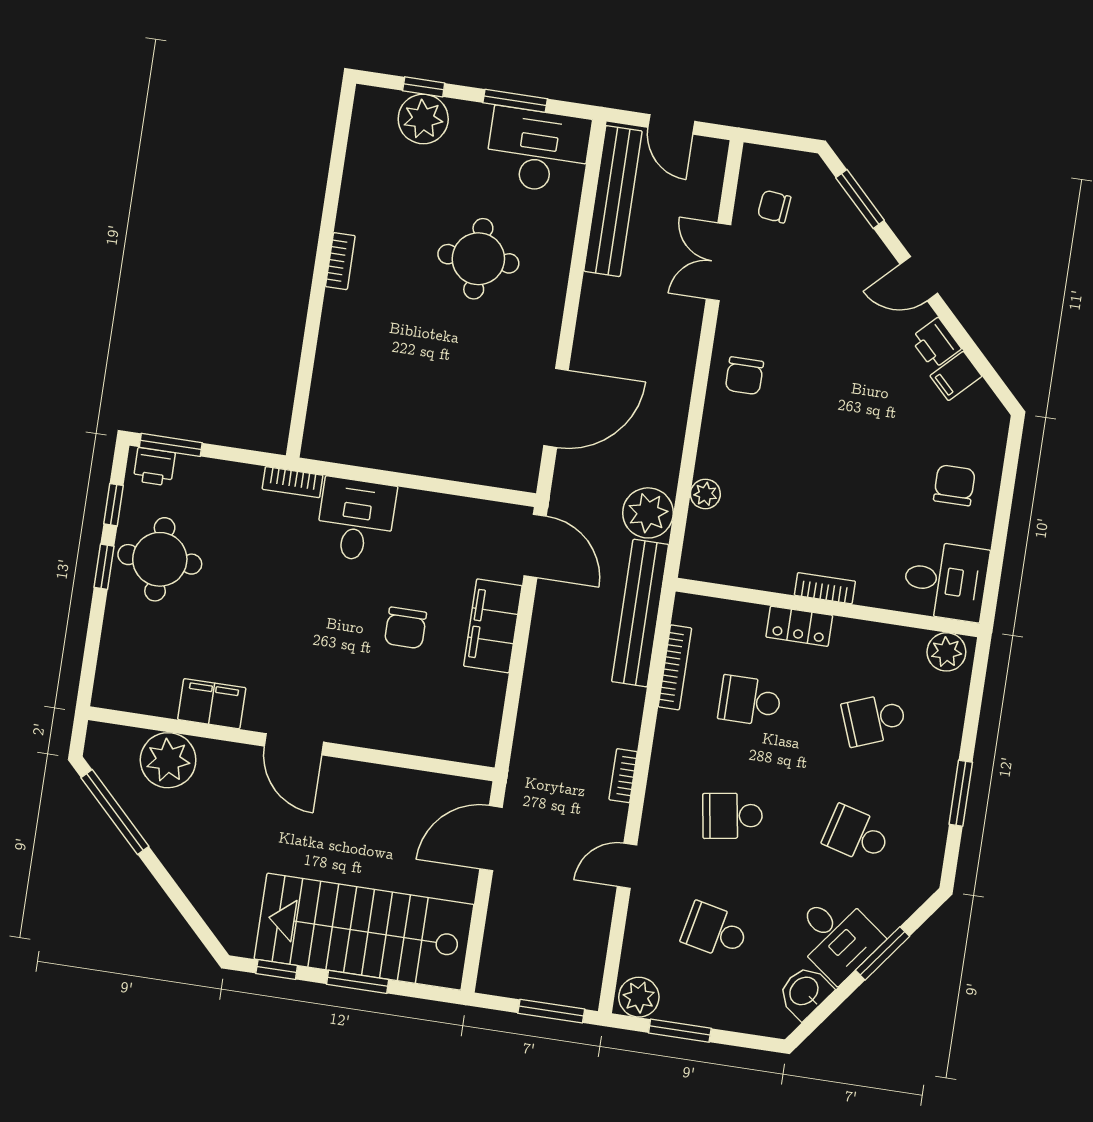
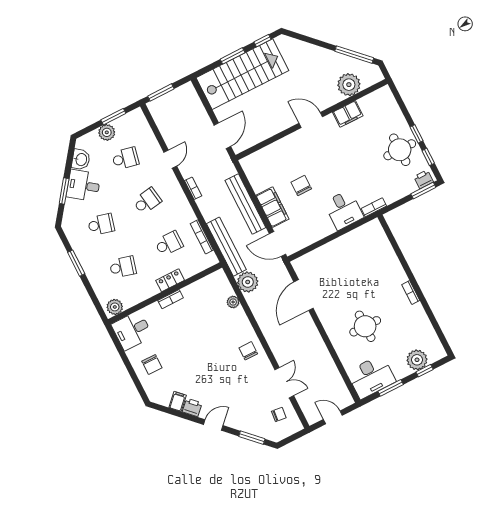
bench: (613, 201) -> (245, 204), moved
school desk: (874, 720) -> (123, 267), turned 36
plant: (639, 997) -> (107, 132), moved

